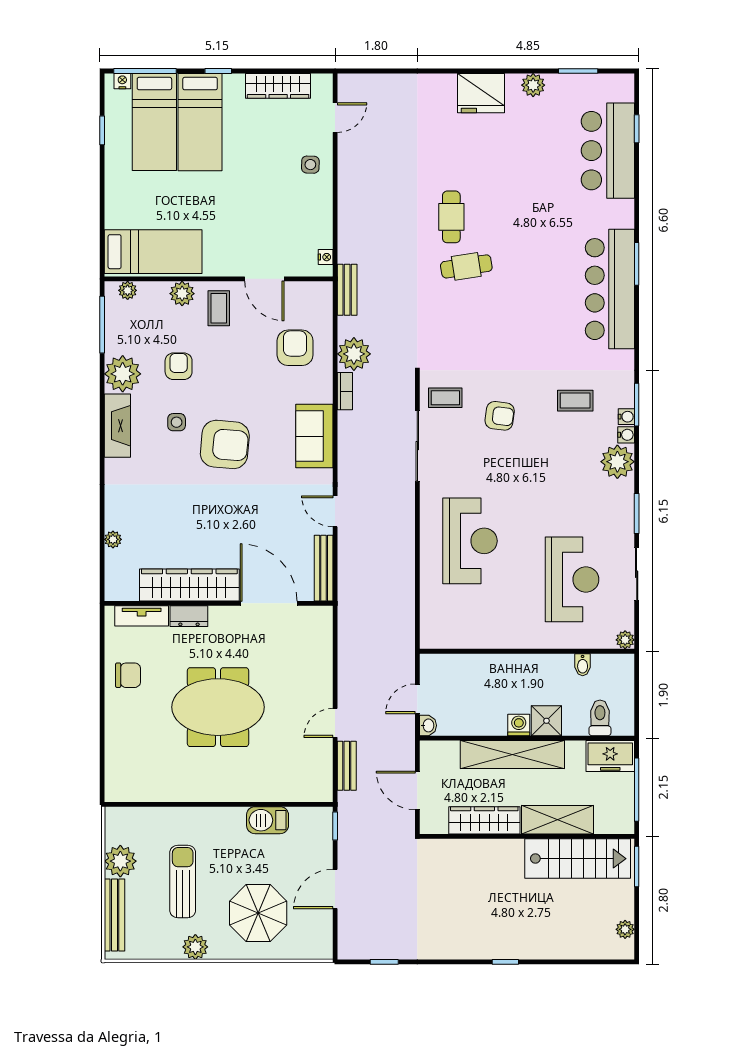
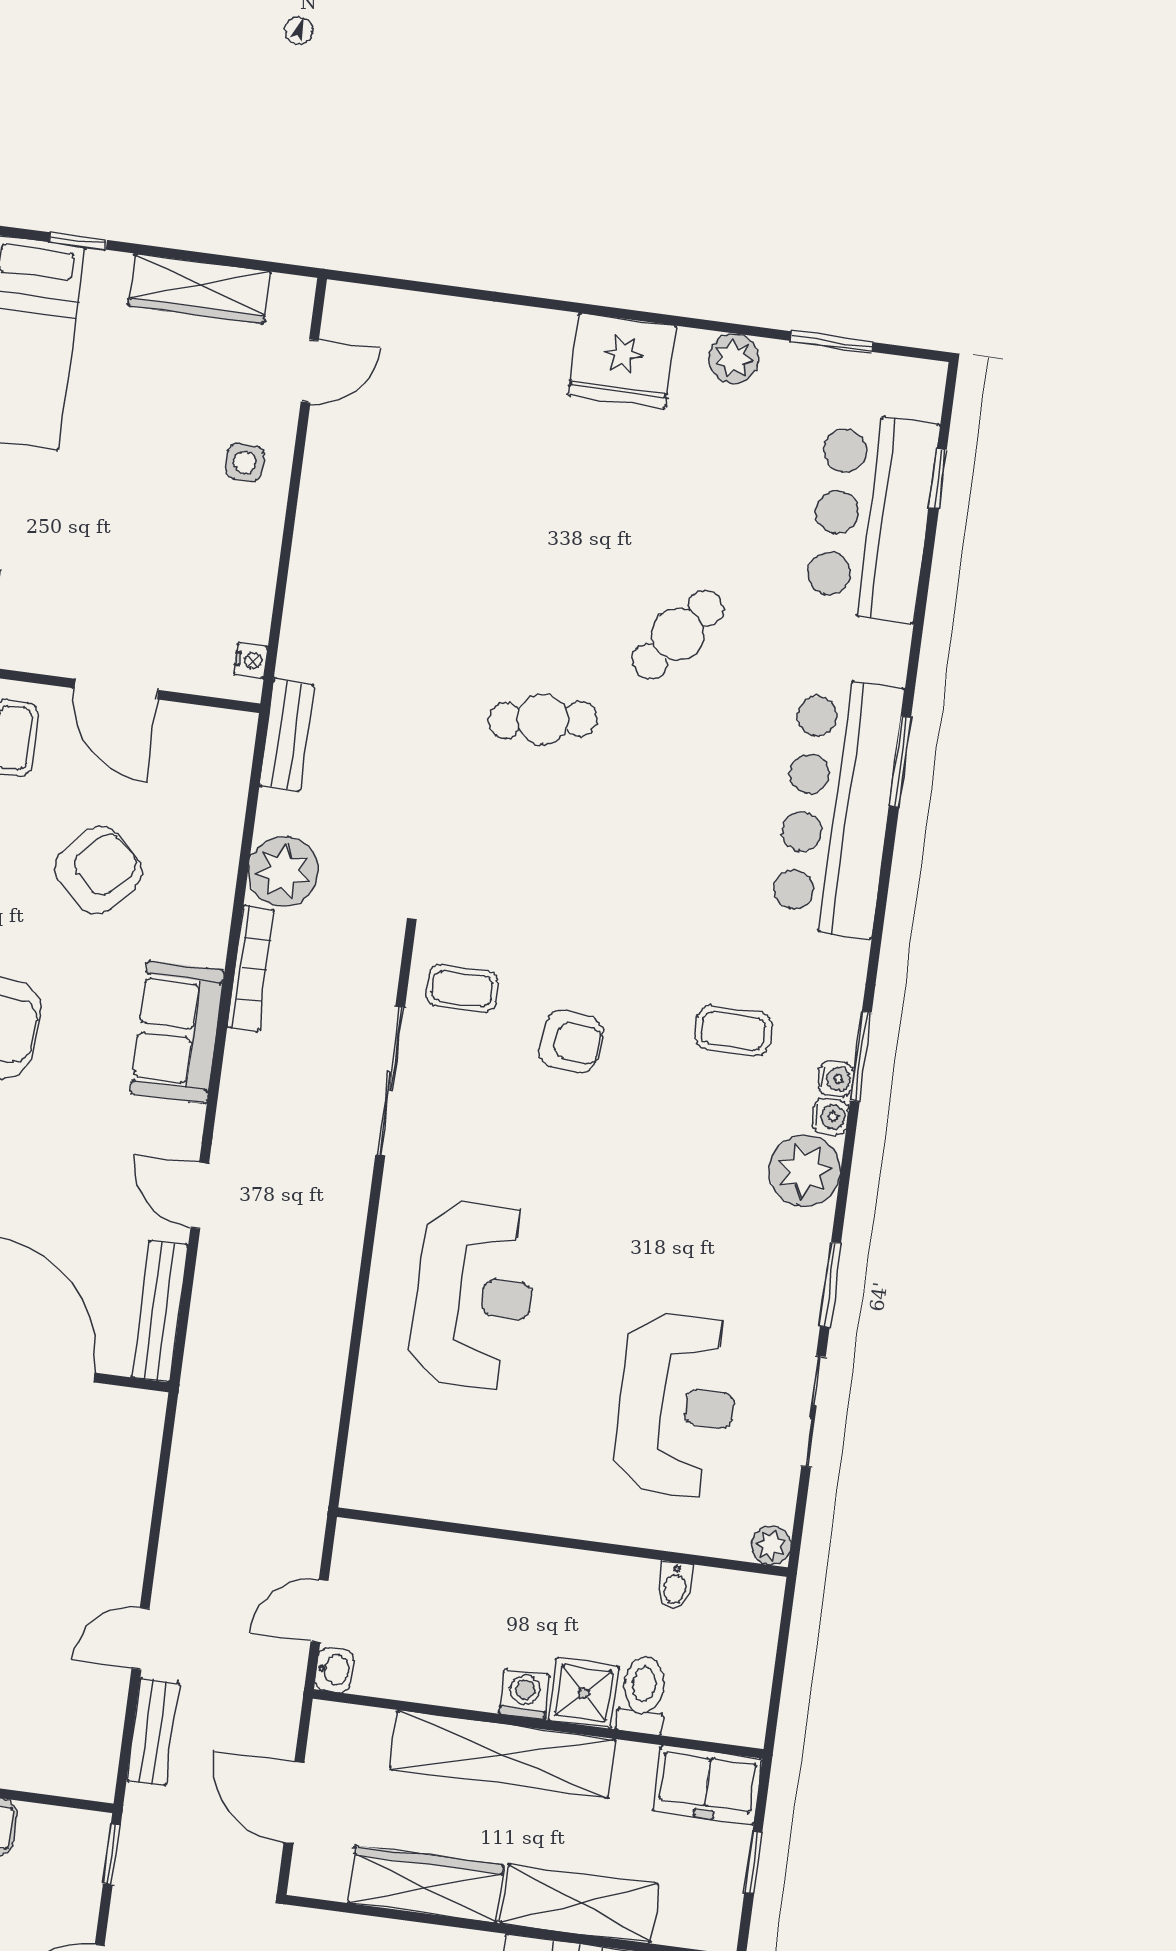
cafe table: (451, 217) -> (678, 635), moved, turned 39
armchair: (295, 348) -> (98, 870), moved, turned 42
bookcase: (345, 391) -> (251, 969), width x1.56
toilet: (600, 718) -> (643, 1695), moved
window: (637, 790) -> (753, 1862), width x0.46

